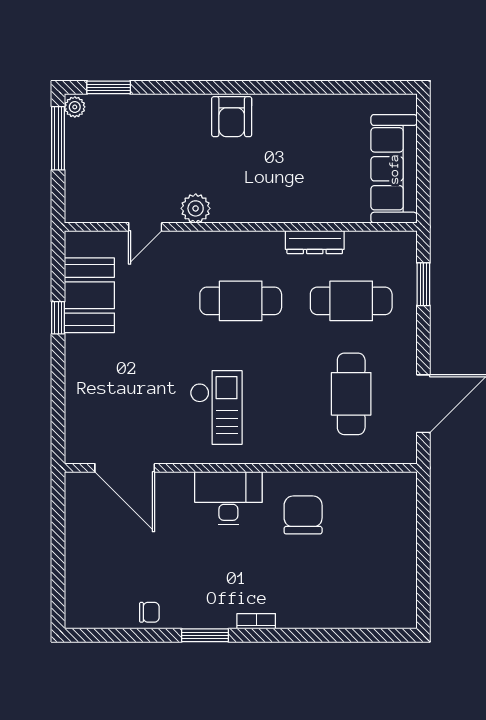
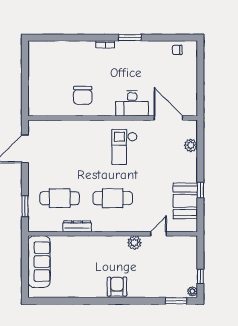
window: (58, 138) -> (200, 276), width x0.46
cafe table: (351, 394) -> (60, 154), removed
plant: (78, 411) -> (191, 145), added
desk: (228, 498) -> (132, 103), moved
chair: (149, 612) -> (177, 50), moved

